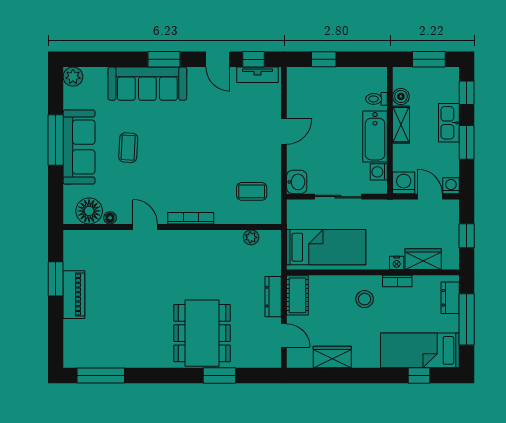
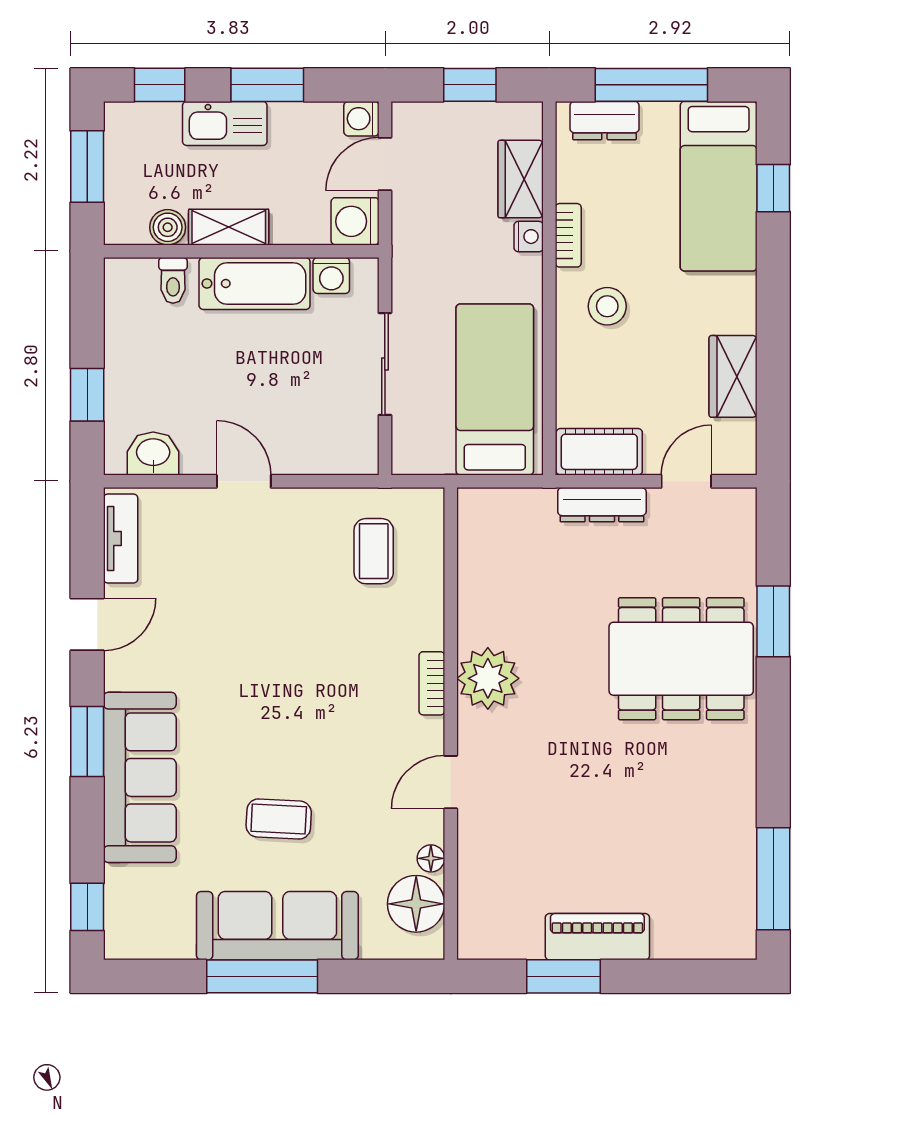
window: (254, 59) -> (87, 907), moved
plant: (73, 77) -> (125, 939), removed
washbasin: (297, 182) -> (153, 453), moved
bookcase: (191, 218) -> (432, 683), width x0.64
plant: (251, 237) -> (488, 678), moved, width x1.87, depth x1.87

